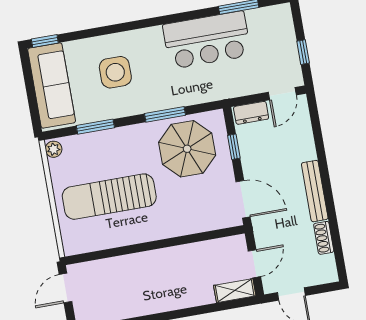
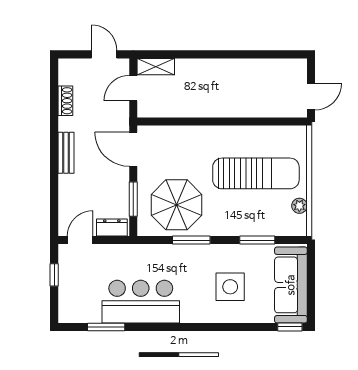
window: (234, 147) -> (133, 199), width x1.50
plant: (54, 149) -> (299, 206), moved
bench: (315, 191) -> (66, 153), width x0.73

